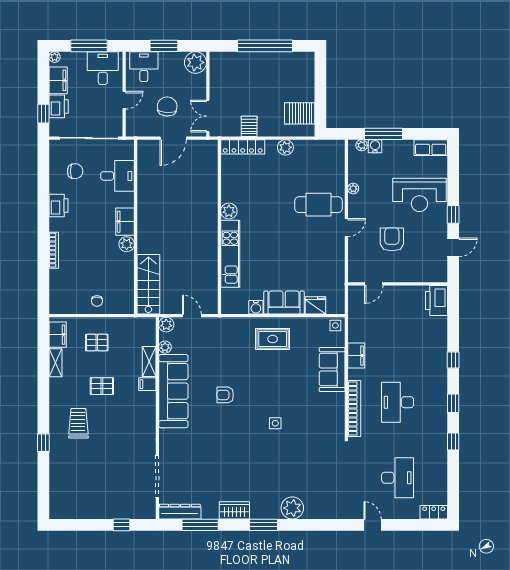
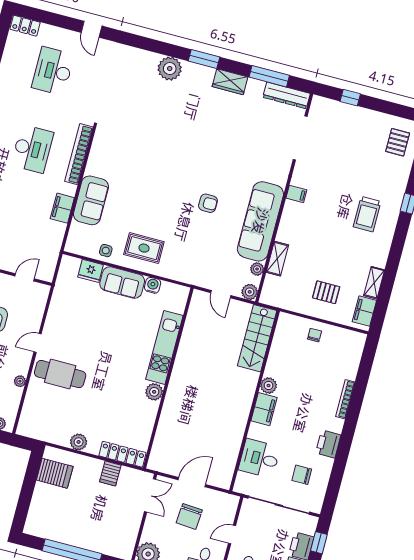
side table: (335, 325) -> (106, 251), moved
filing cabinet: (147, 384) -> (296, 194), moved
pallet: (102, 386) -> (398, 142), moved, turned 90
side table: (275, 423) -> (164, 160), removed

